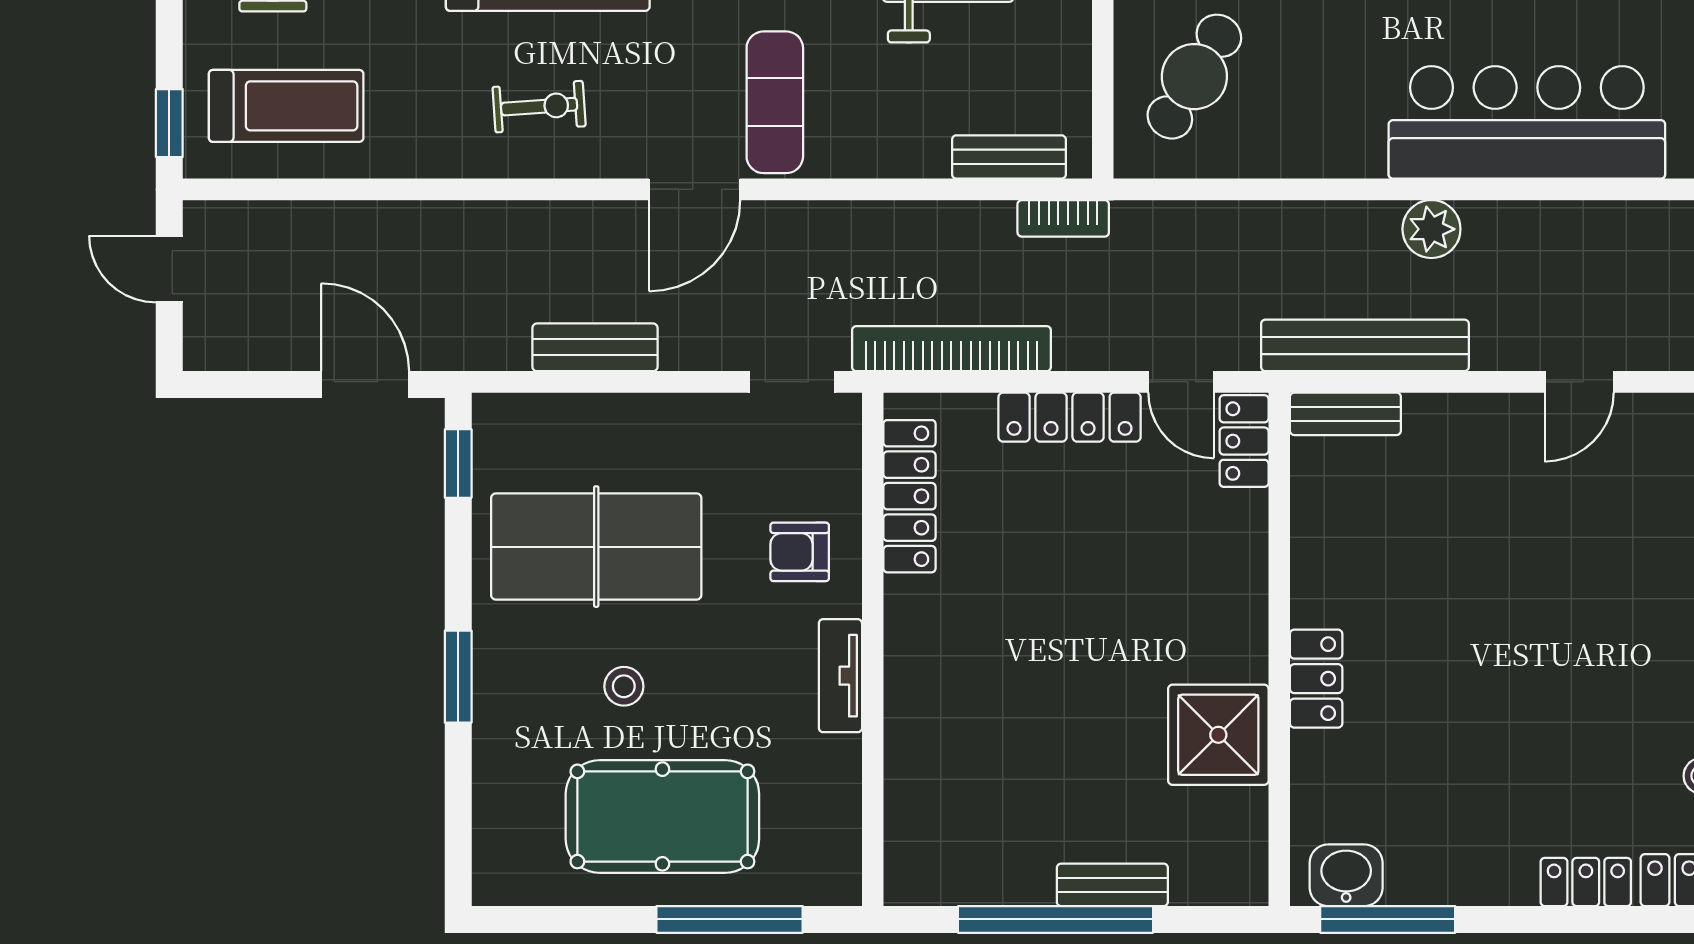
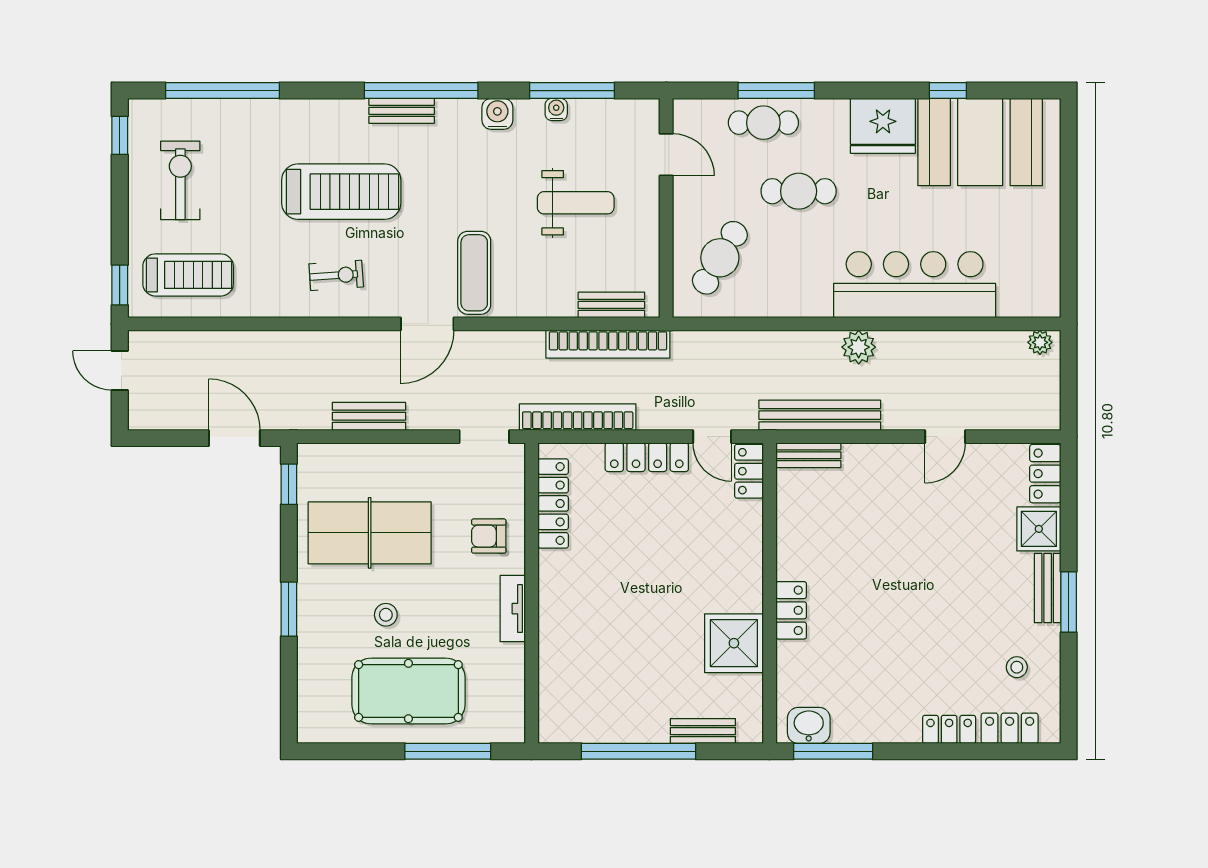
bookcase: (1063, 218) -> (608, 344), width x2.31, depth x1.31
bench: (1112, 885) -> (703, 731), moved

